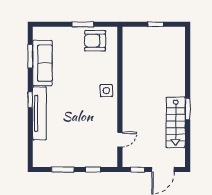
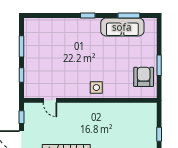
tv unit: (40, 113) -> (75, 24), removed

